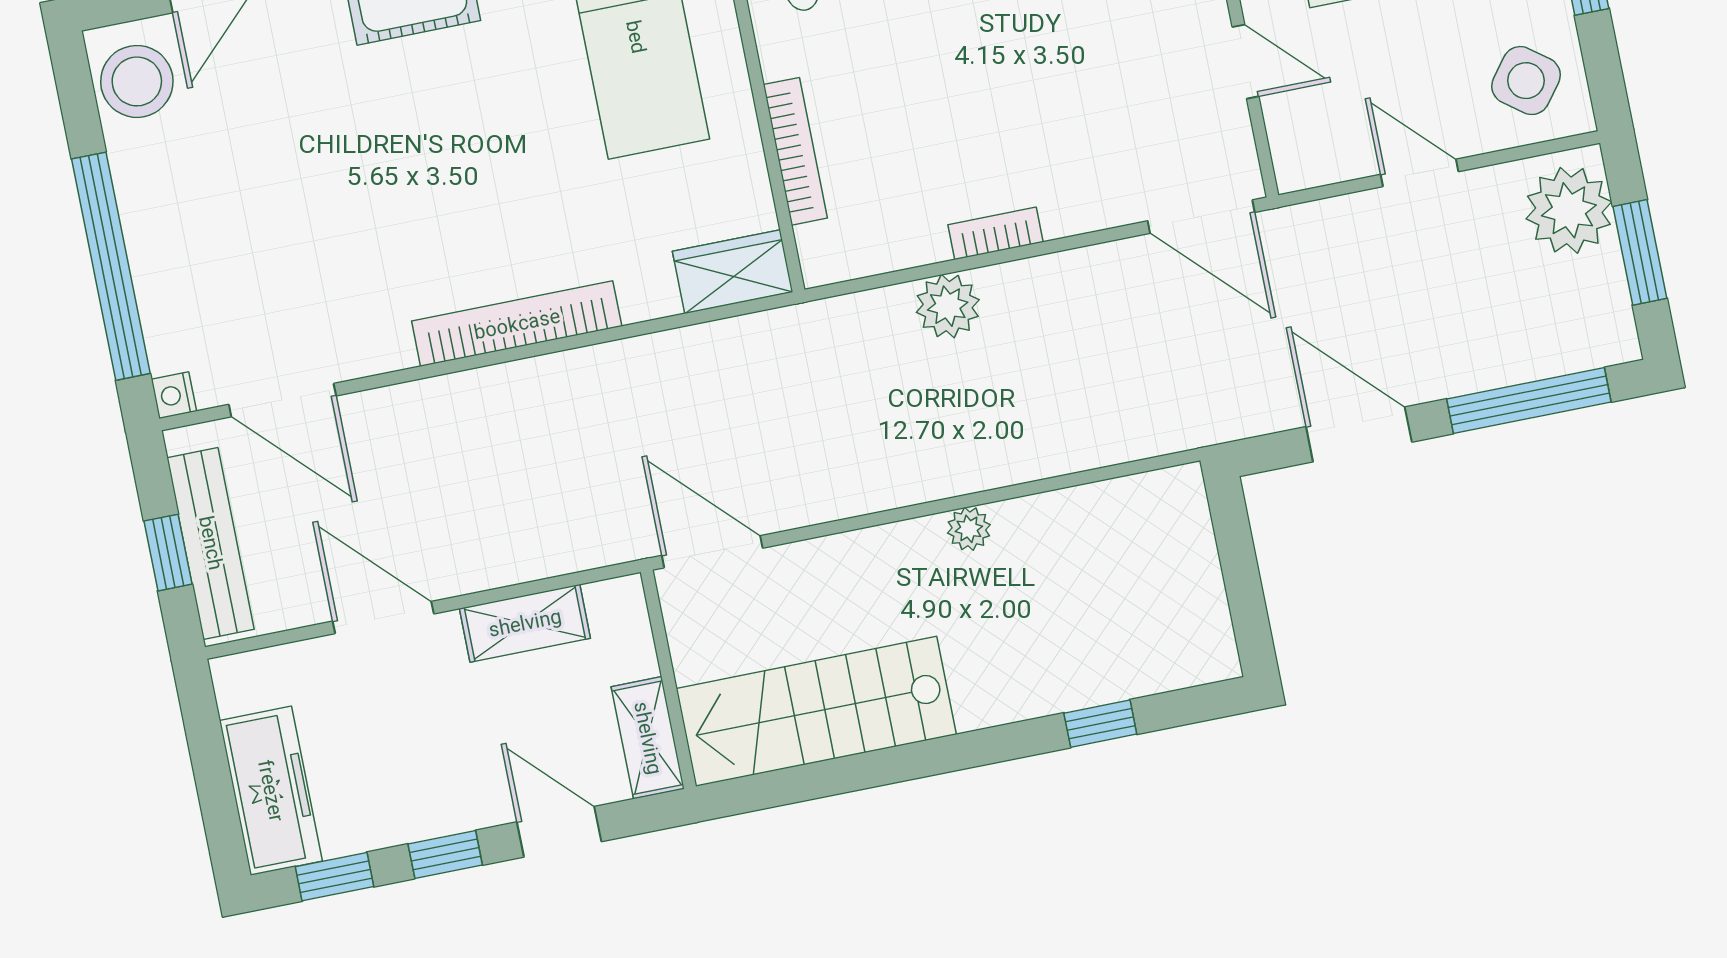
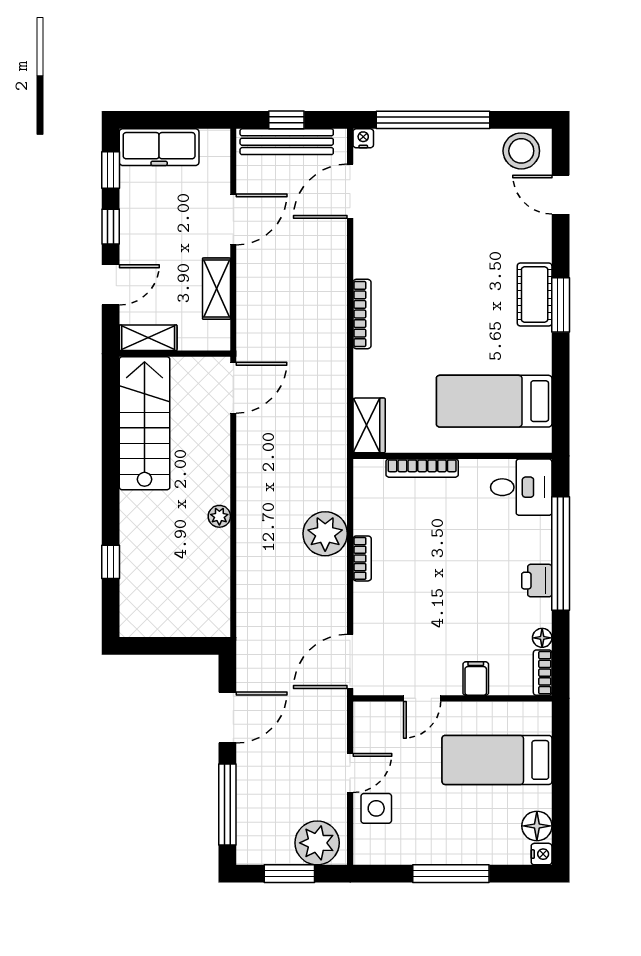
side table: (1526, 81) -> (376, 808), moved, turned -37
plant: (948, 306) -> (325, 534), width x1.36, depth x1.36
bookcase: (517, 324) -> (362, 314), width x0.68, depth x0.76

